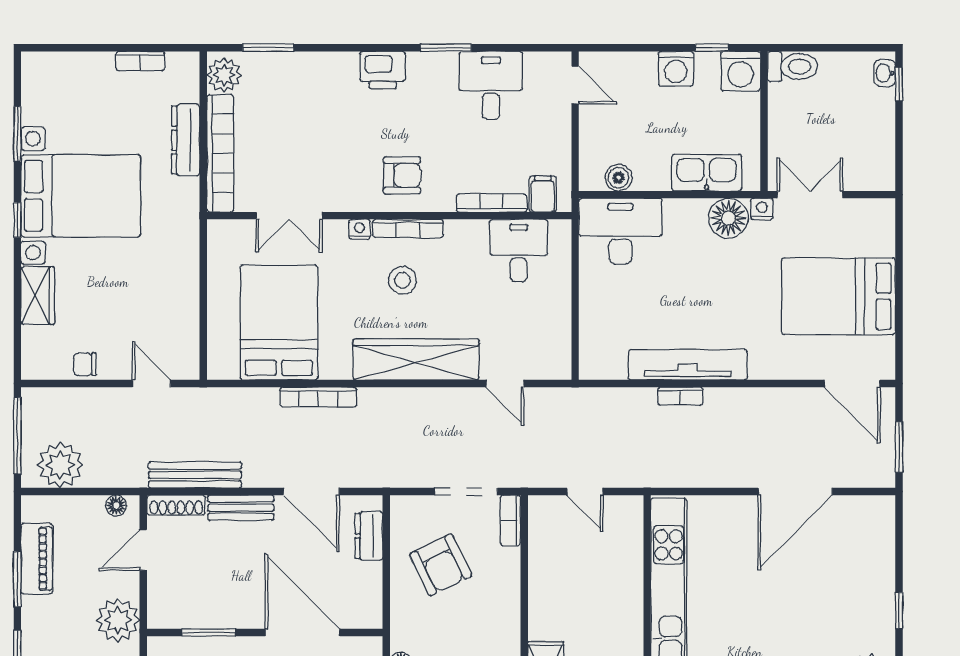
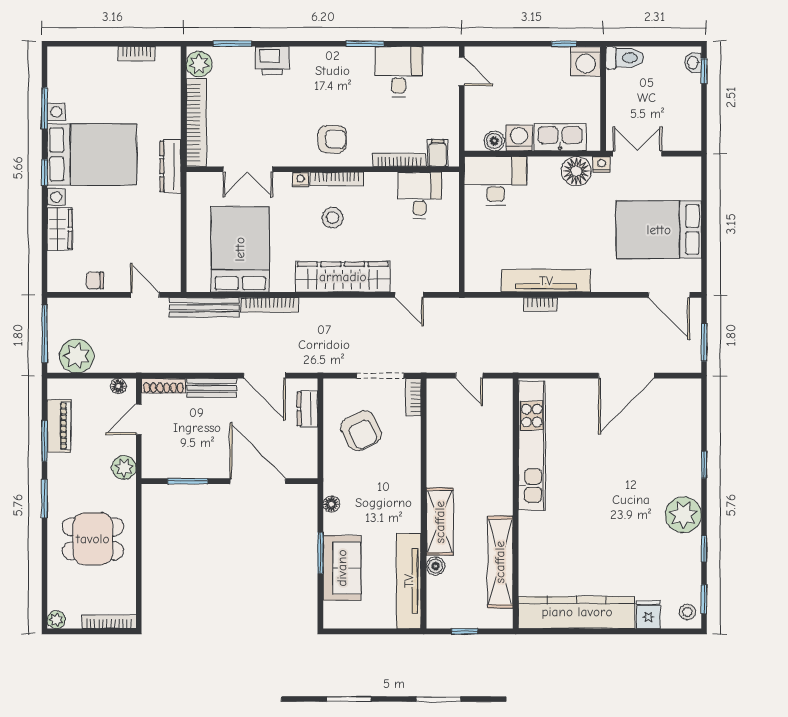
washing machine: (676, 69) -> (519, 138), moved, turned 180
printer: (383, 70) -> (272, 60), moved
dresser: (186, 140) -> (170, 166), moved
bench: (195, 475) -> (204, 307), moved
plant: (118, 620) -> (124, 467), width x0.73, depth x0.73

